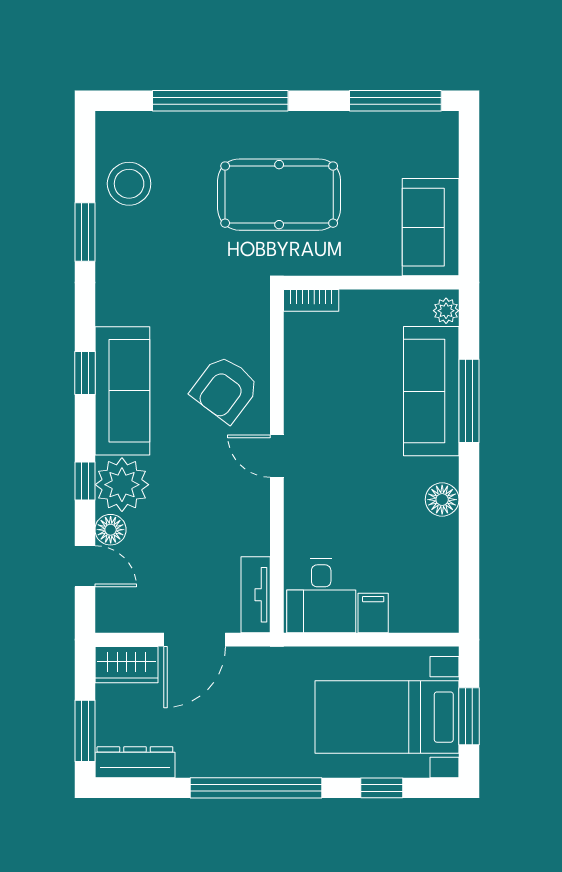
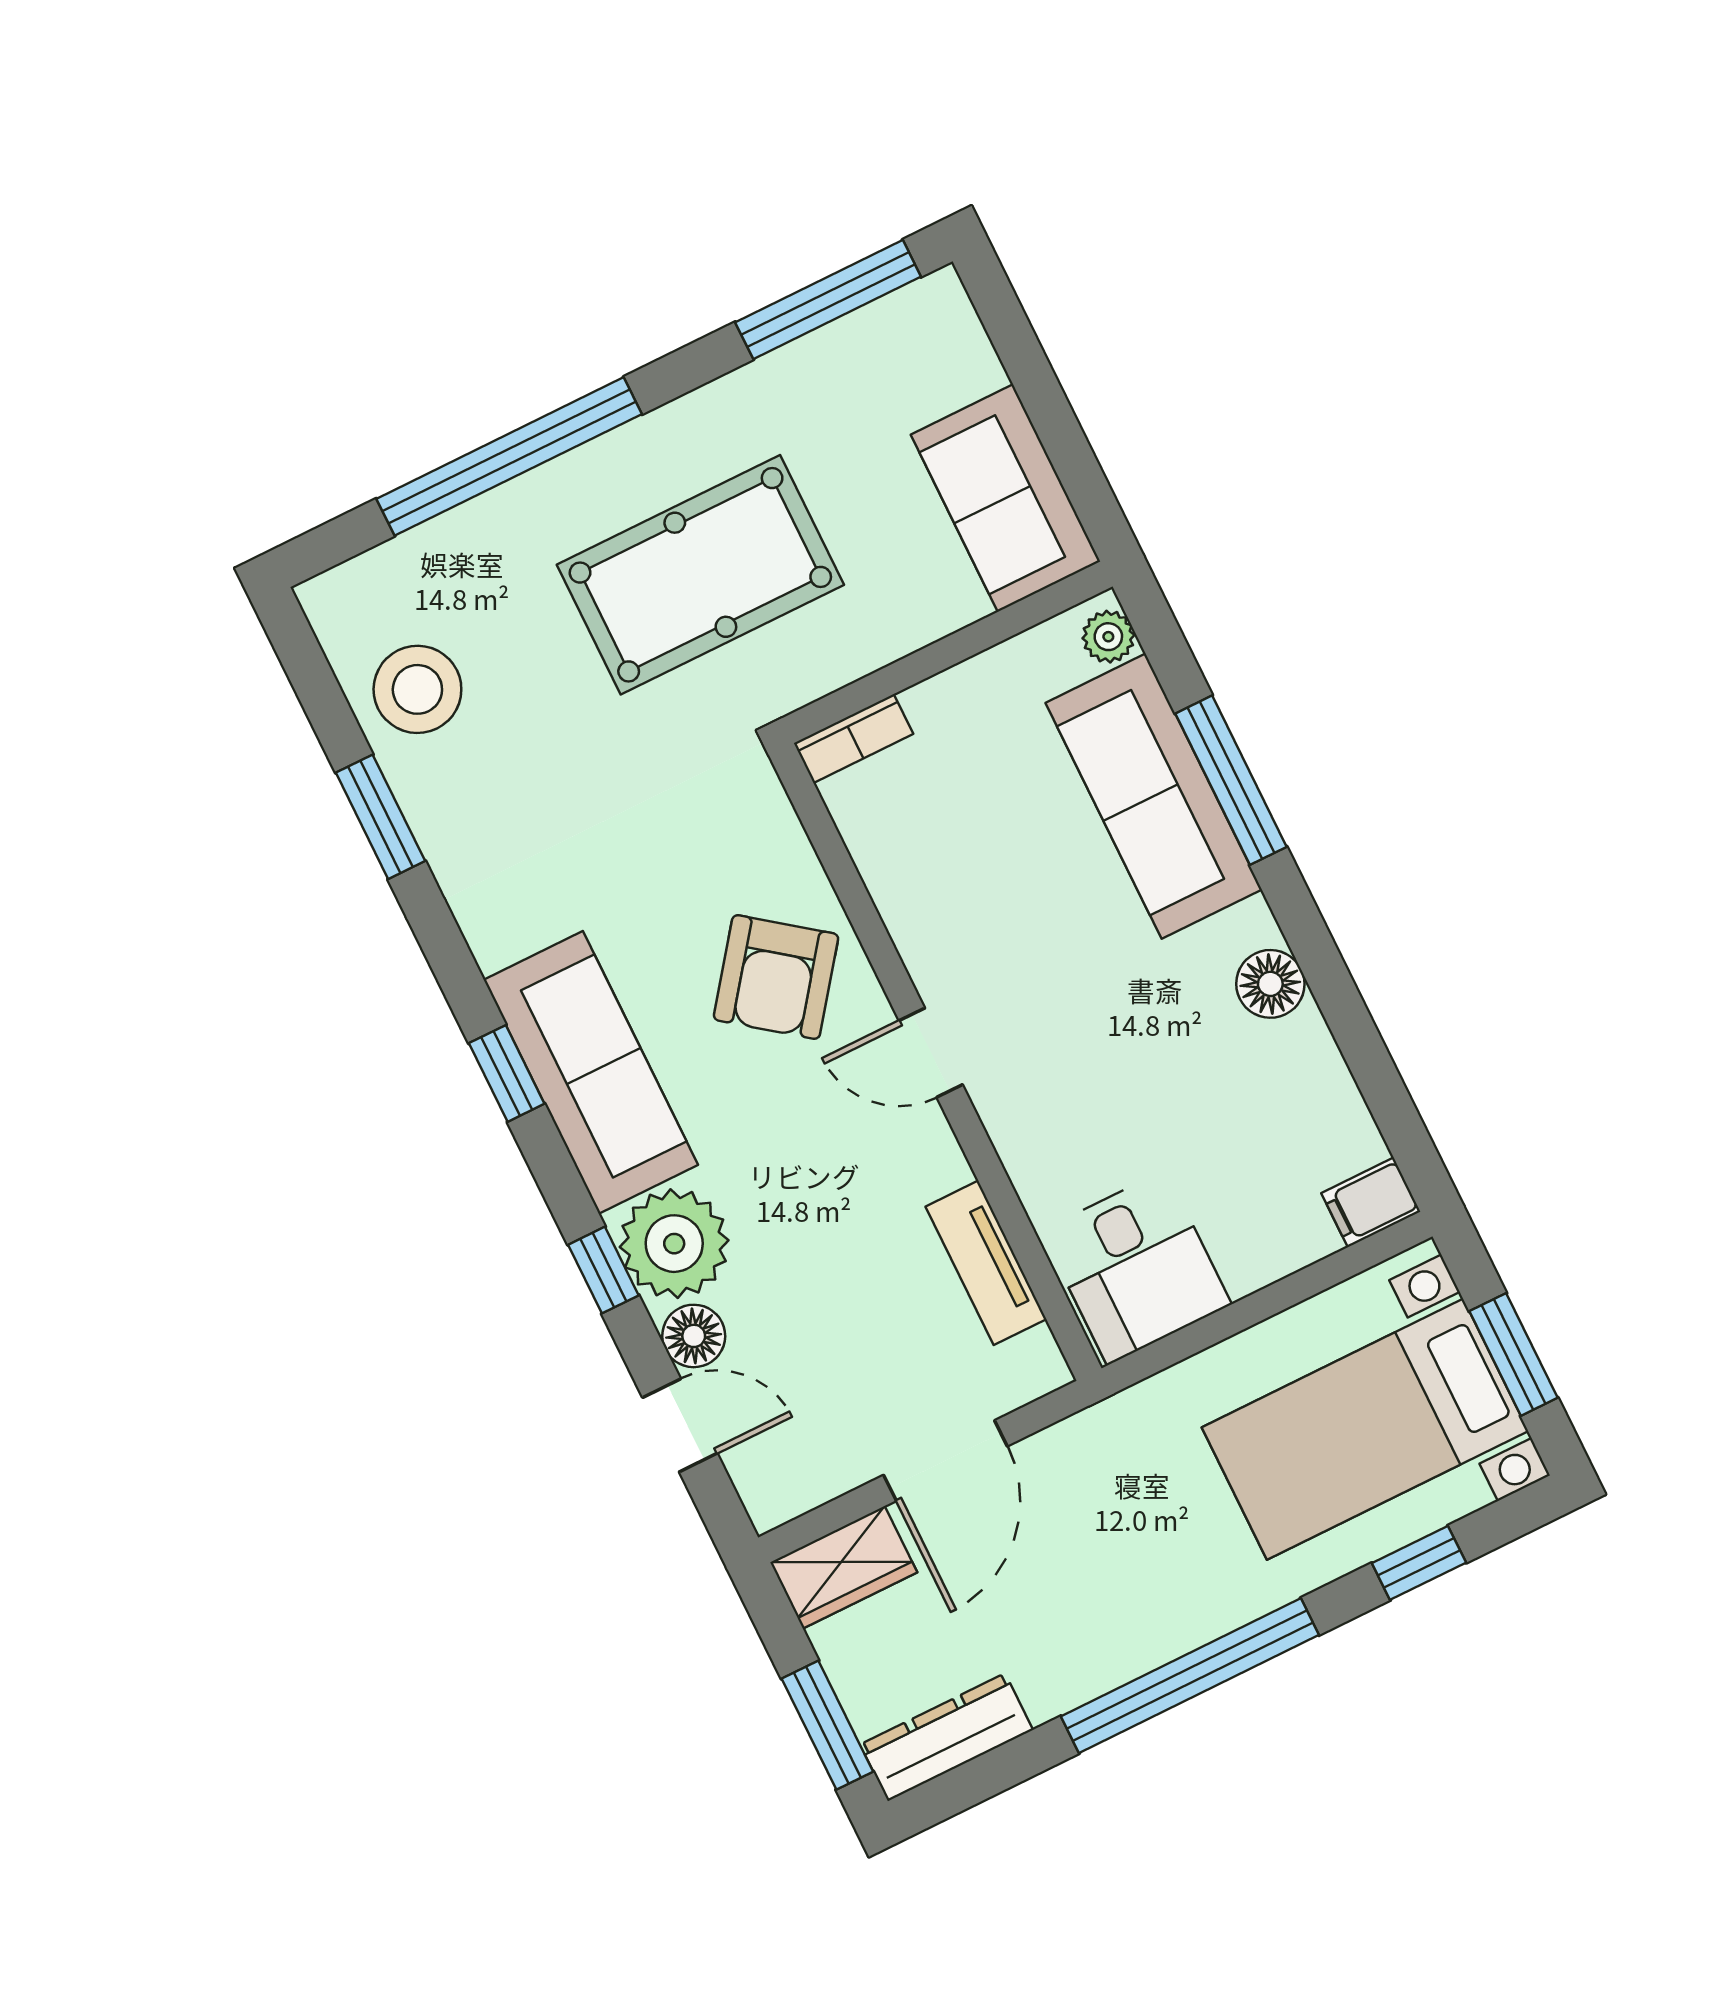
tv unit: (256, 595) -> (986, 1263), moved
filing cabinet: (373, 613) -> (1371, 1202), moved, turned -90

